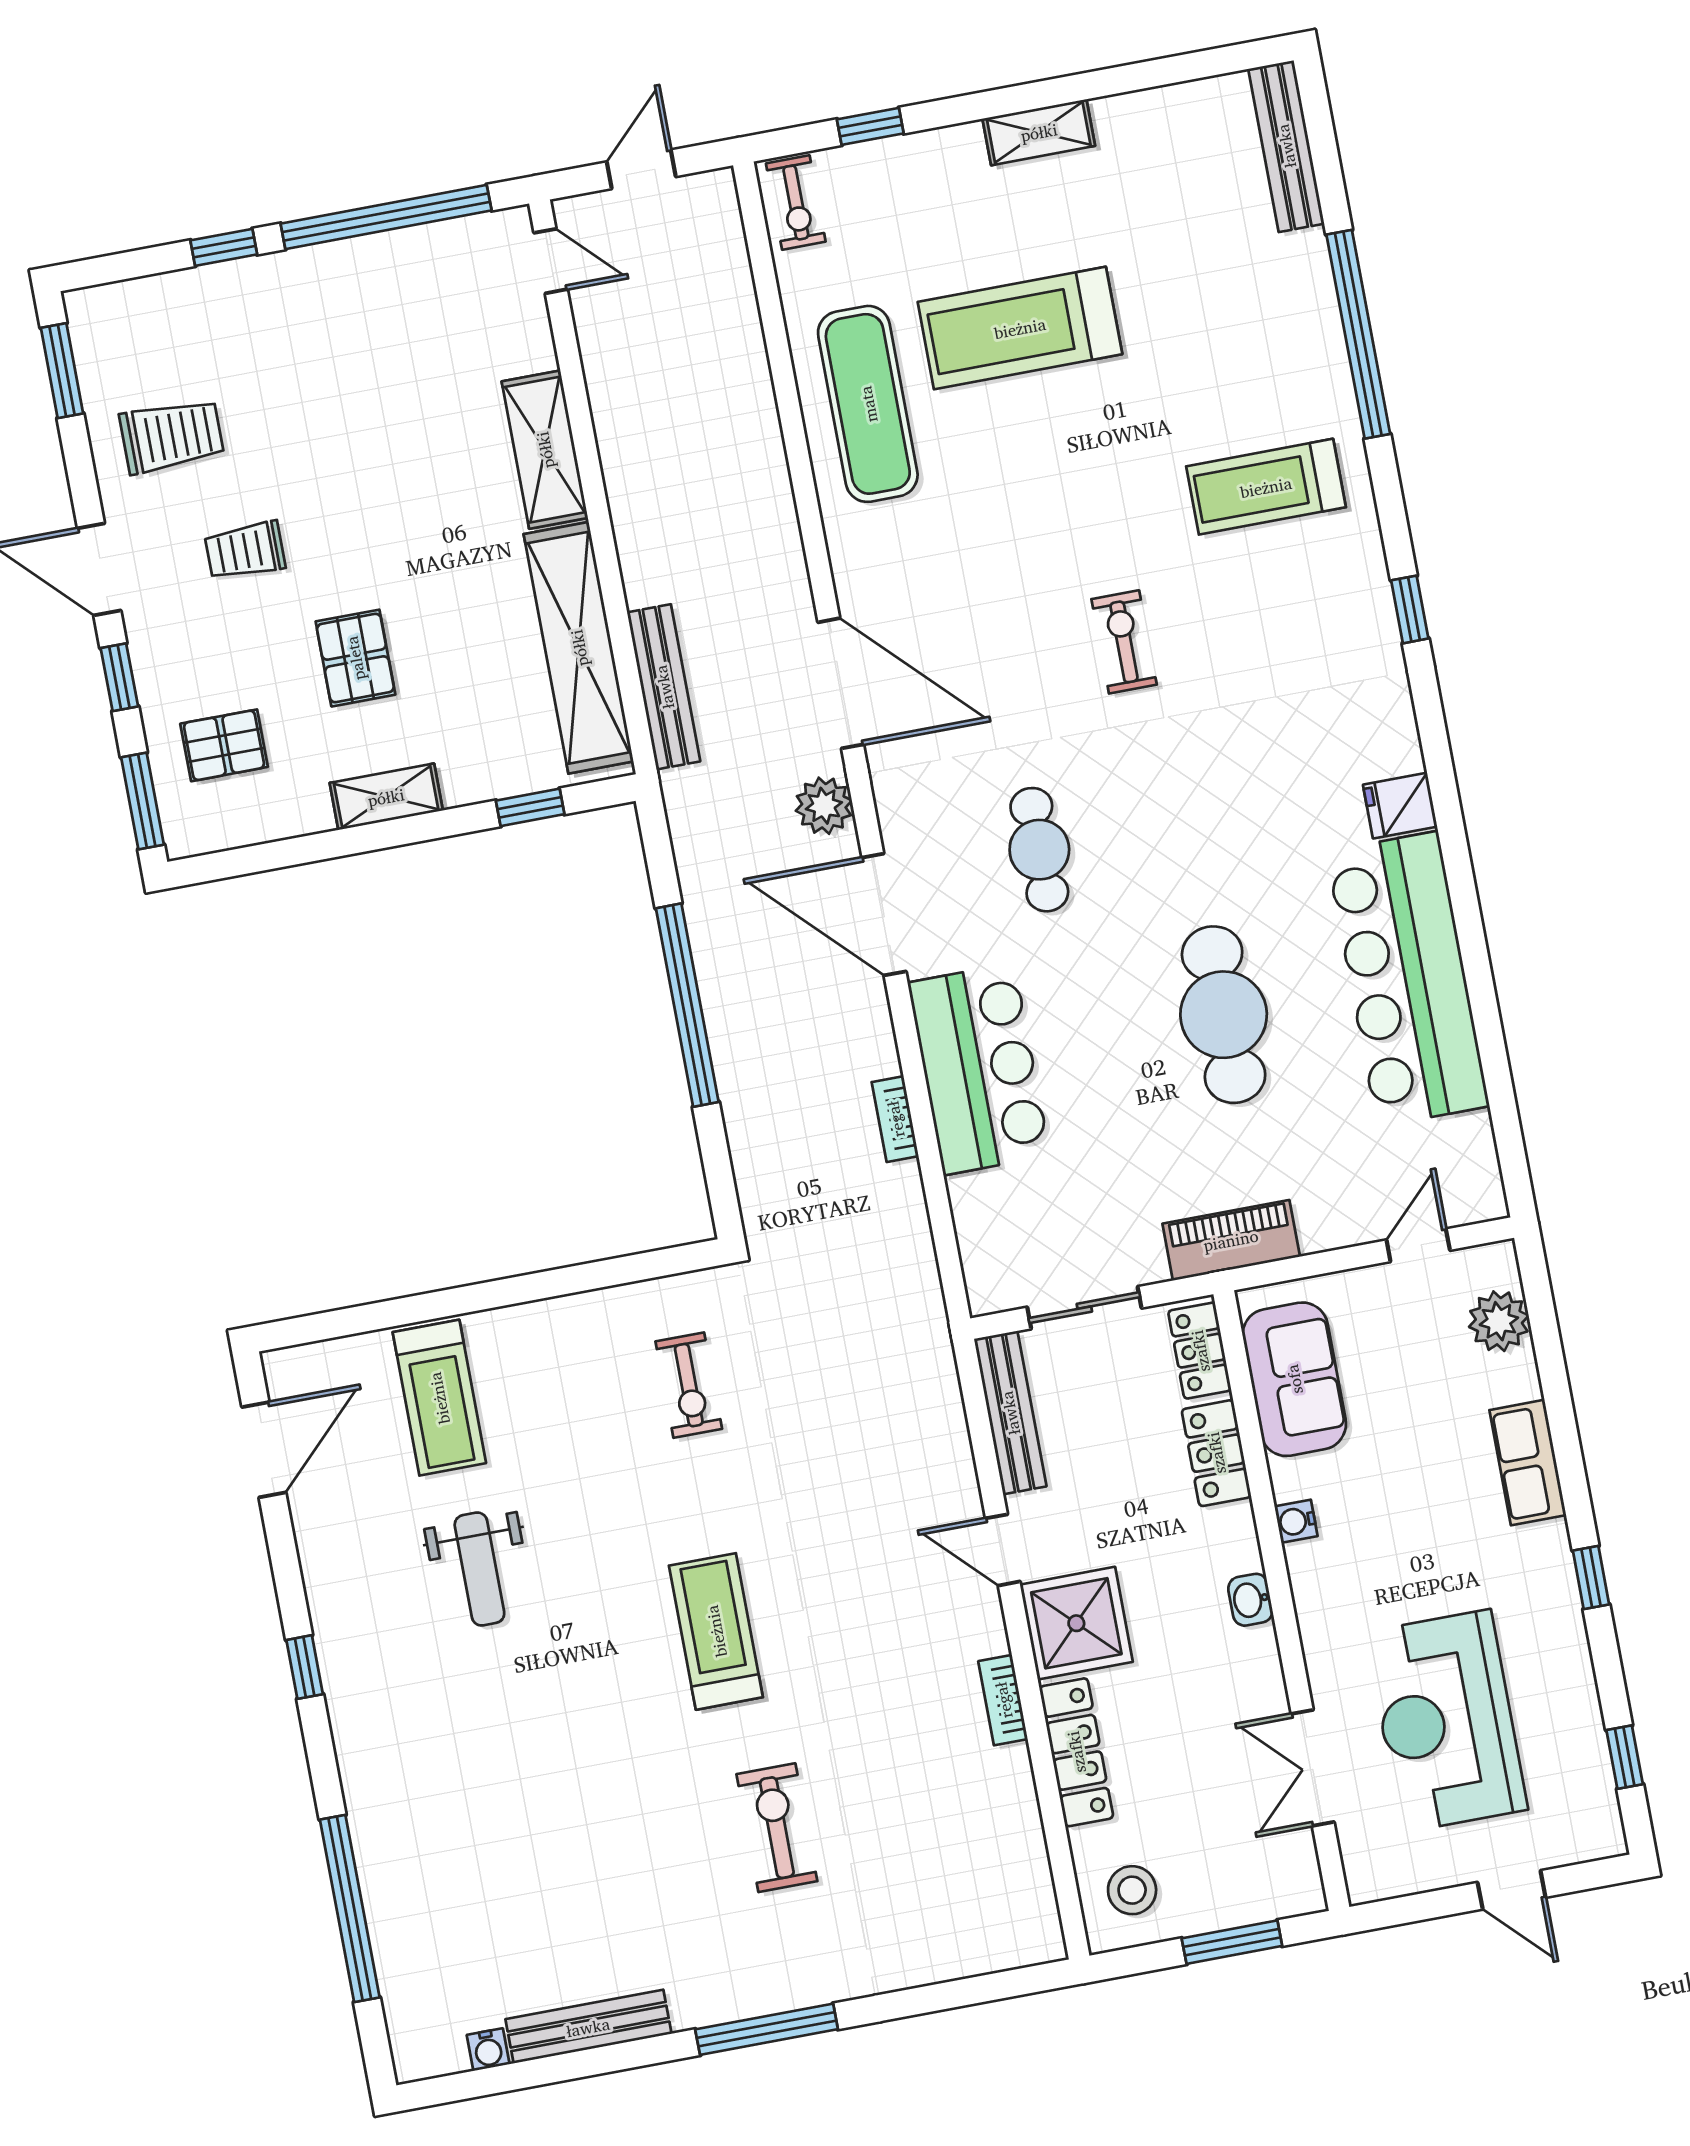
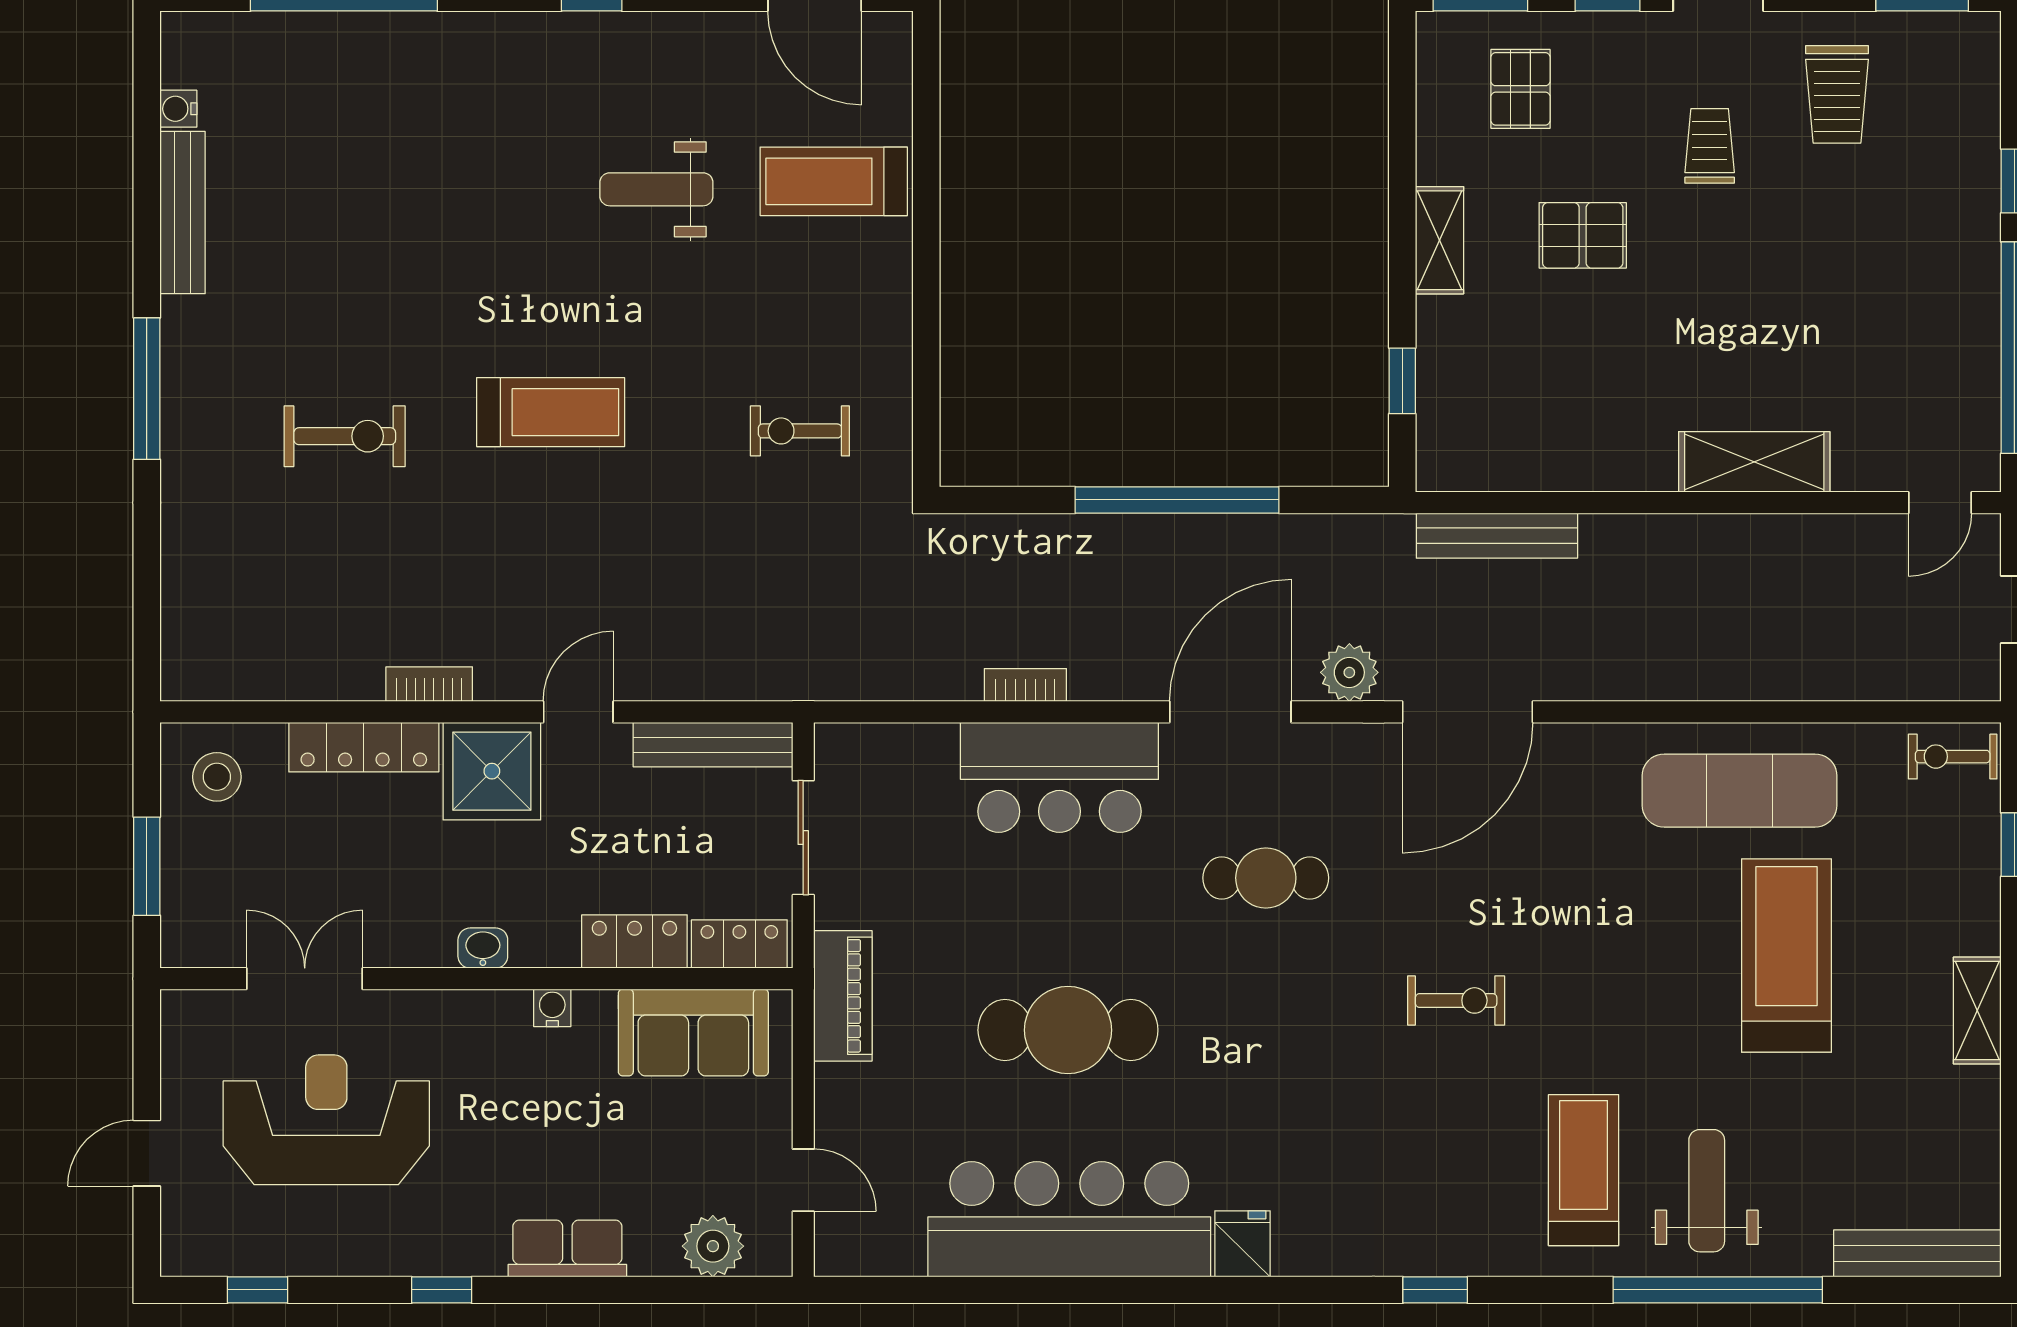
weight bench: (1264, 363) -> (1707, 1191), added
shelving: (579, 648) -> (1551, 459), removed

